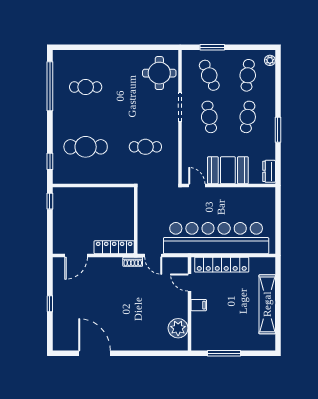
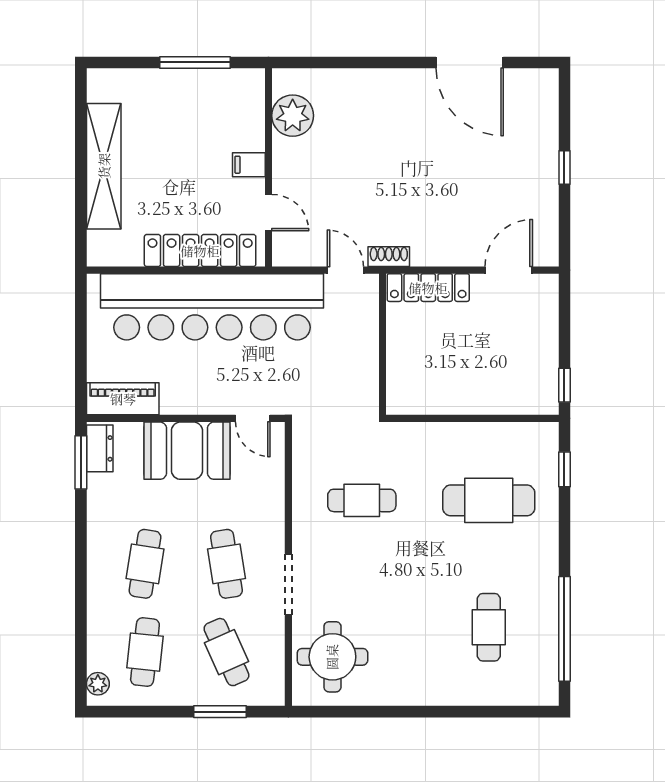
cafe table: (86, 87) -> (489, 627), turned 90
window: (278, 130) -> (81, 462), moved
piano: (258, 195) -> (123, 399), added

